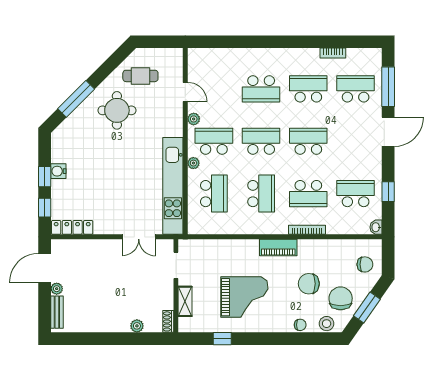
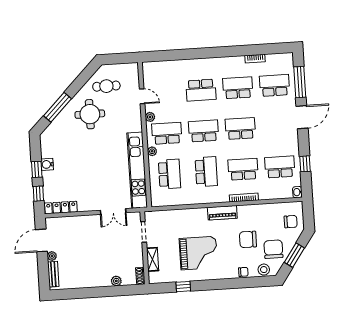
school desk: (308, 194) -> (243, 169), turned 180

